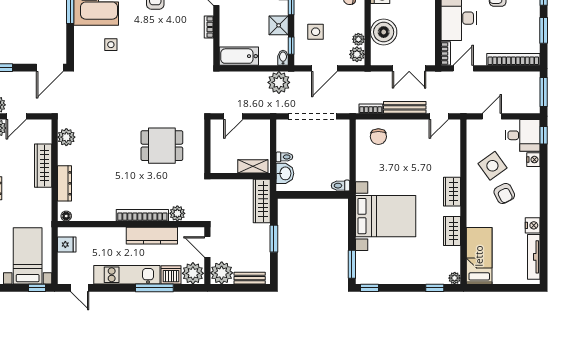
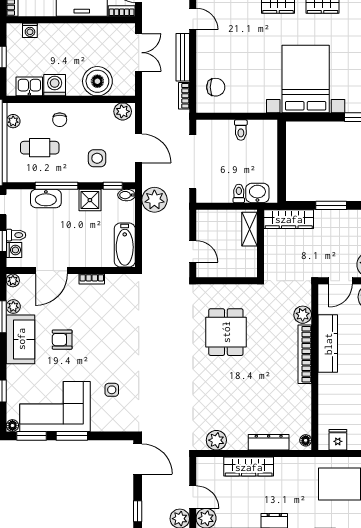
plant: (358, 39) -> (106, 110), removed
toilet: (341, 186) -> (241, 130), moved

